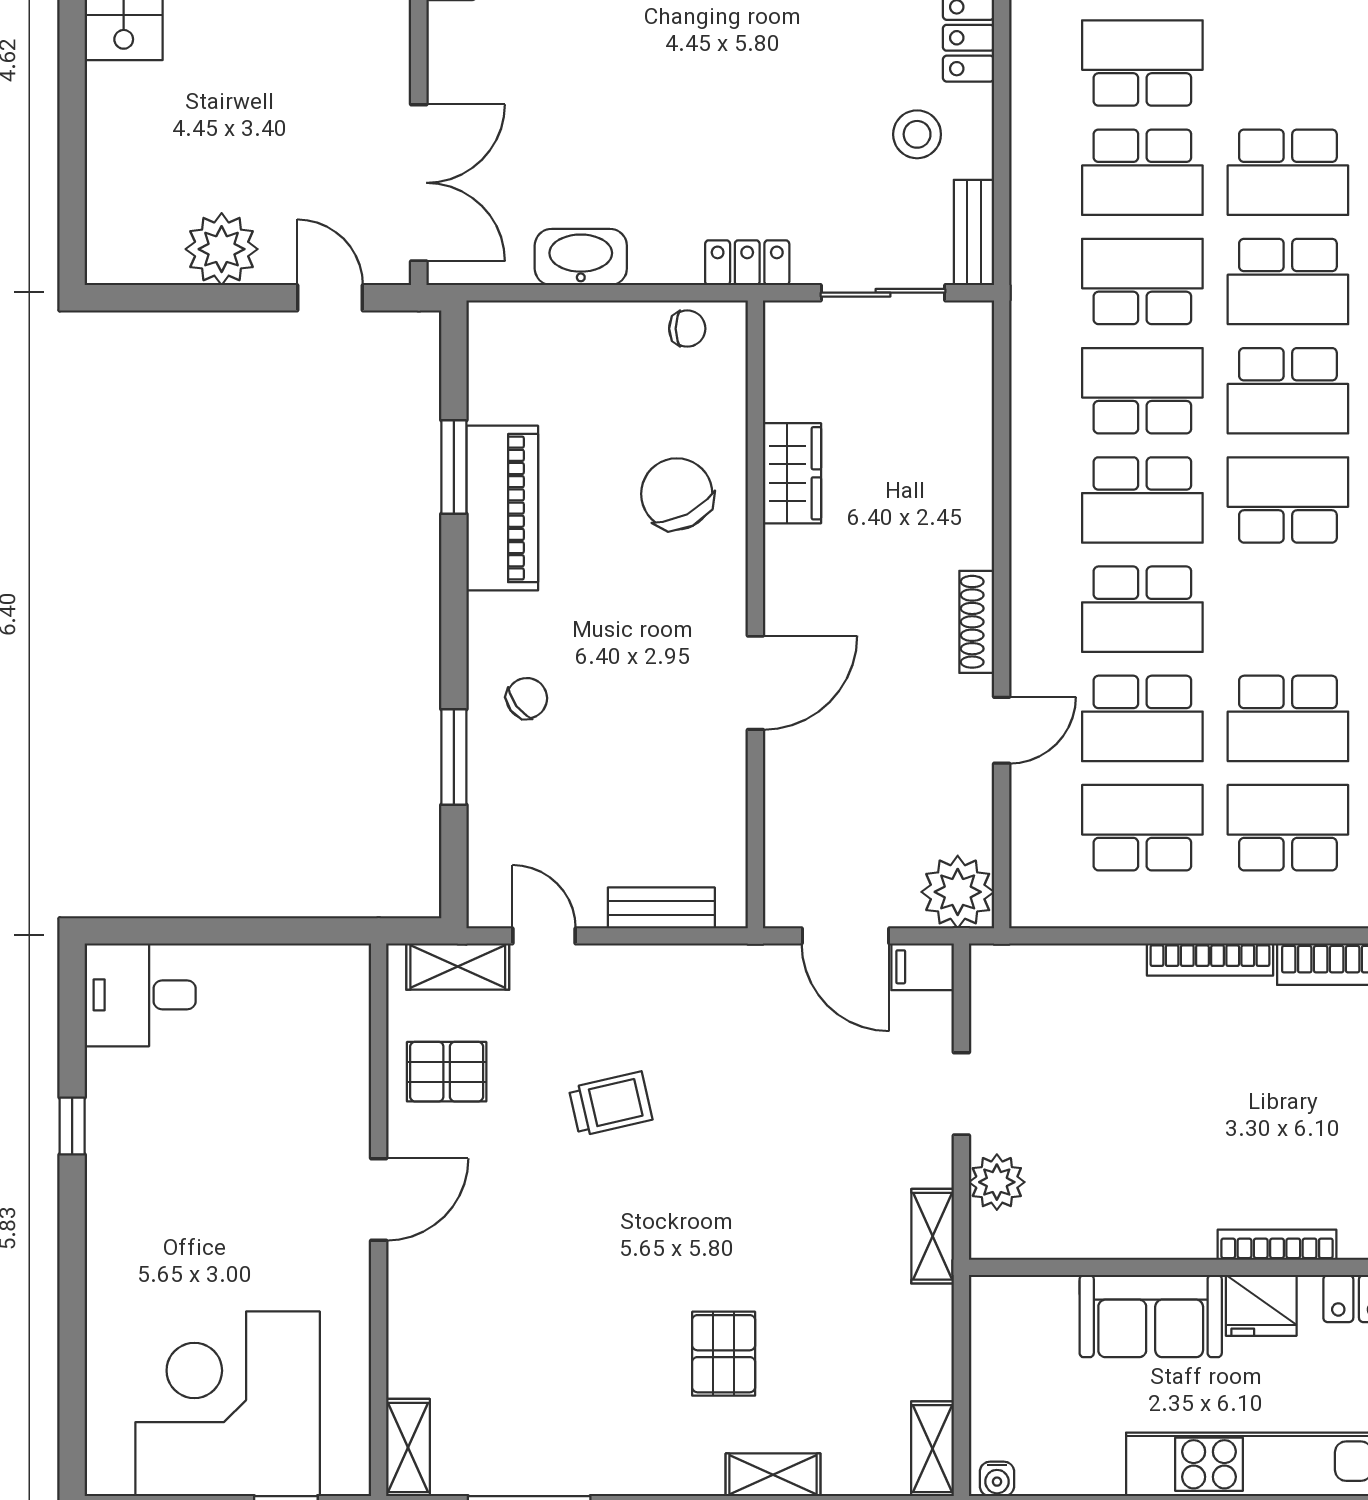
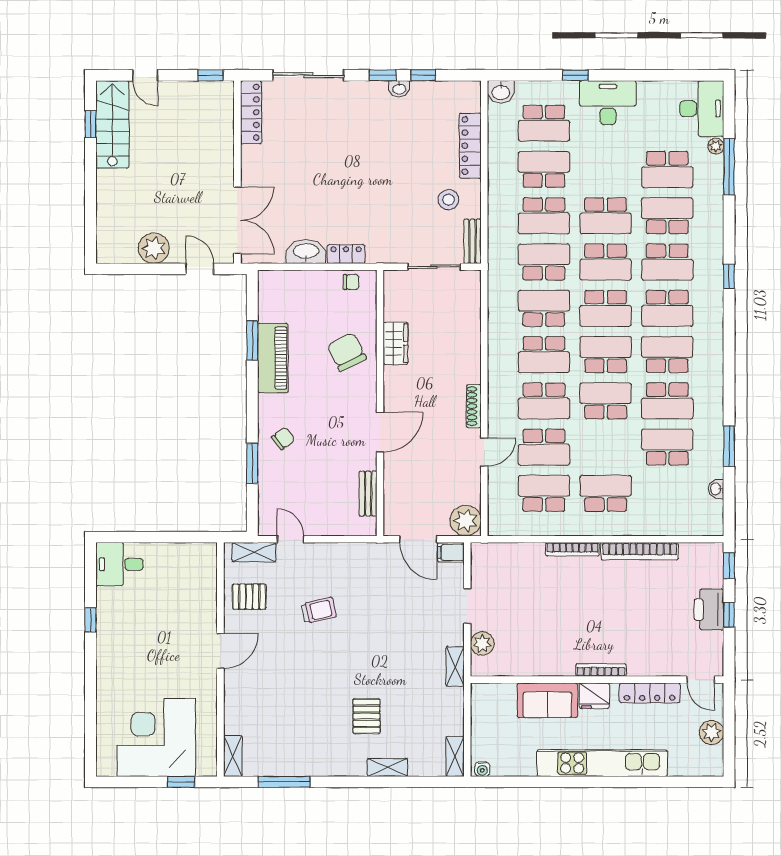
locker: (747, 263) -> (346, 254), moved
school desk: (1288, 718) -> (606, 401), moved, turned 180
bench: (661, 908) -> (368, 494), moved, turned 90

